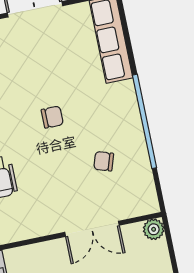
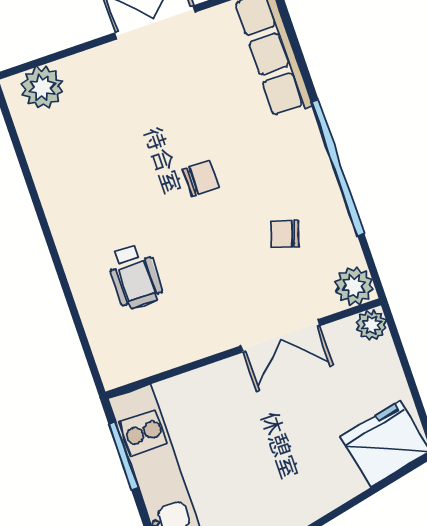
plant: (145, 202) -> (354, 286), added

